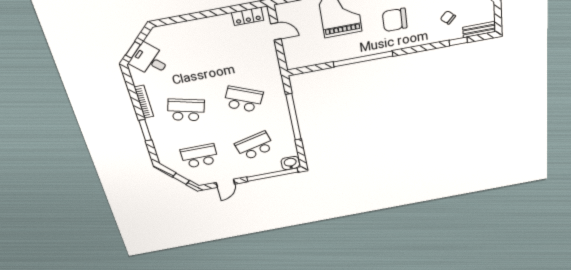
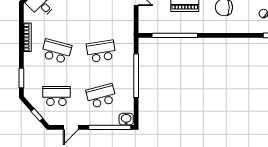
window: (363, 59) -> (175, 35), moved
school desk: (243, 99) -> (101, 51), turned -33
window: (145, 130) -> (21, 78), moved

